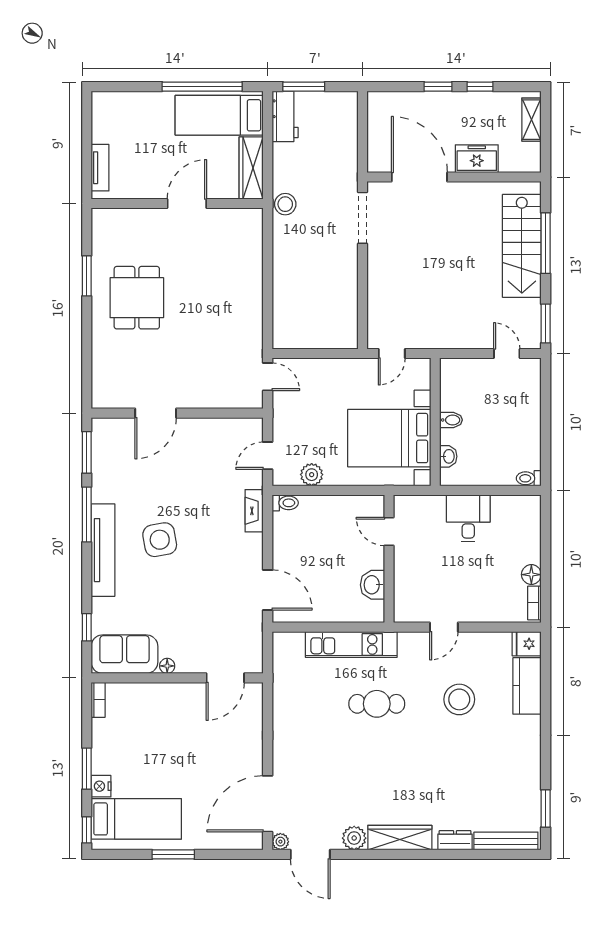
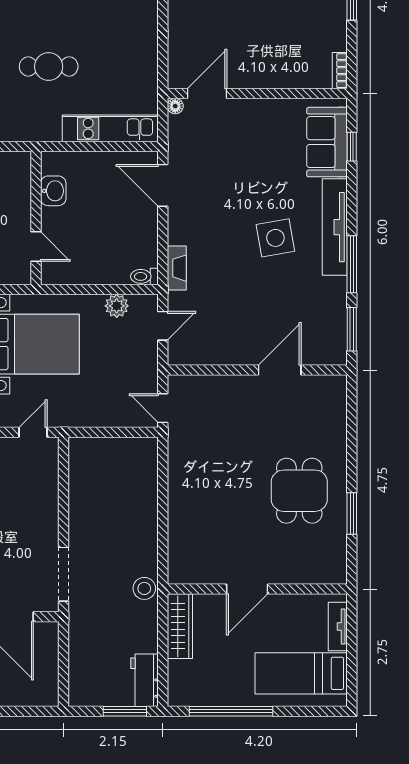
bed: (219, 115) -> (301, 673), moved, turned 180
kitchen unit: (351, 644) -> (110, 128), moved
sofa: (124, 654) -> (327, 142), moved, turned 90
floor lamp: (167, 666) -> (175, 106), moved

